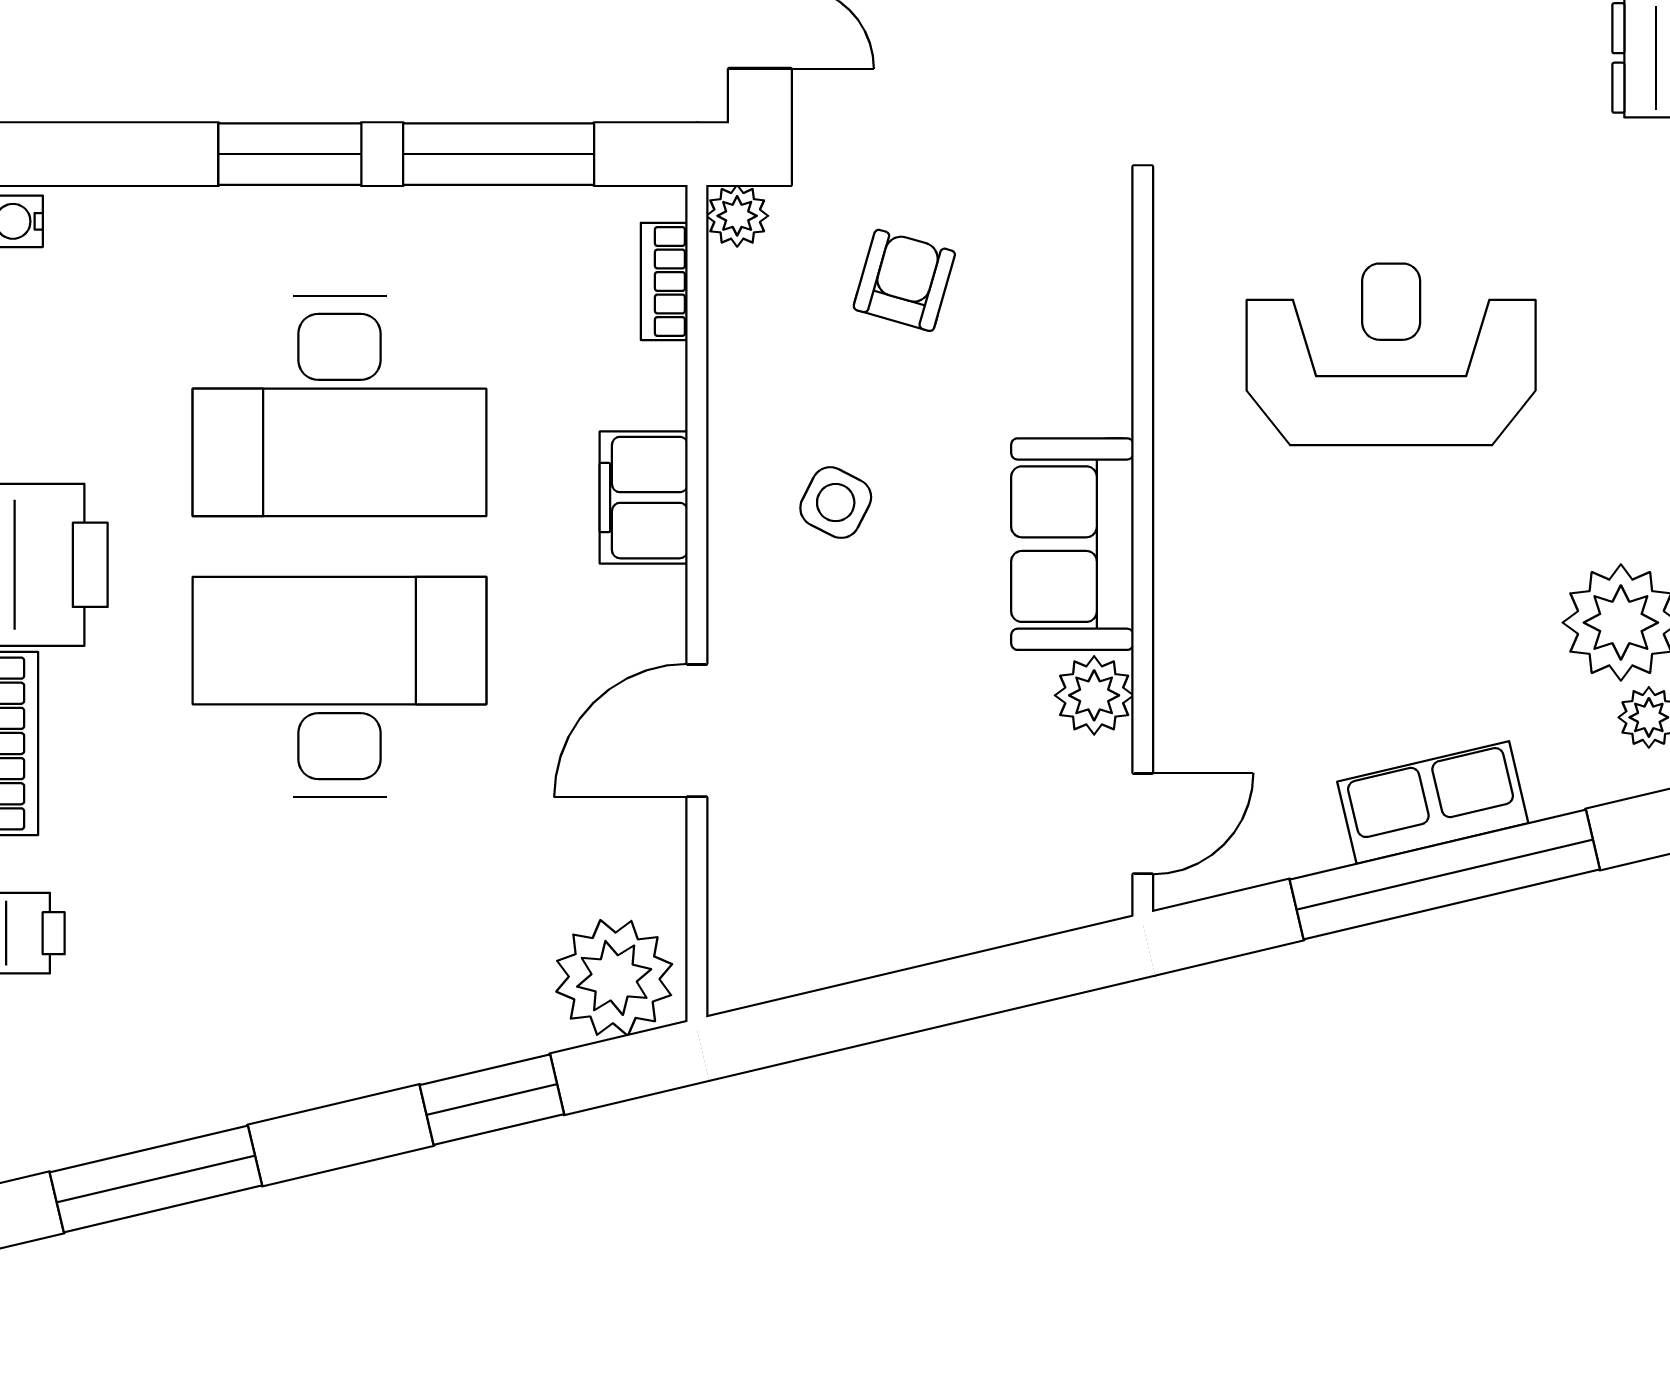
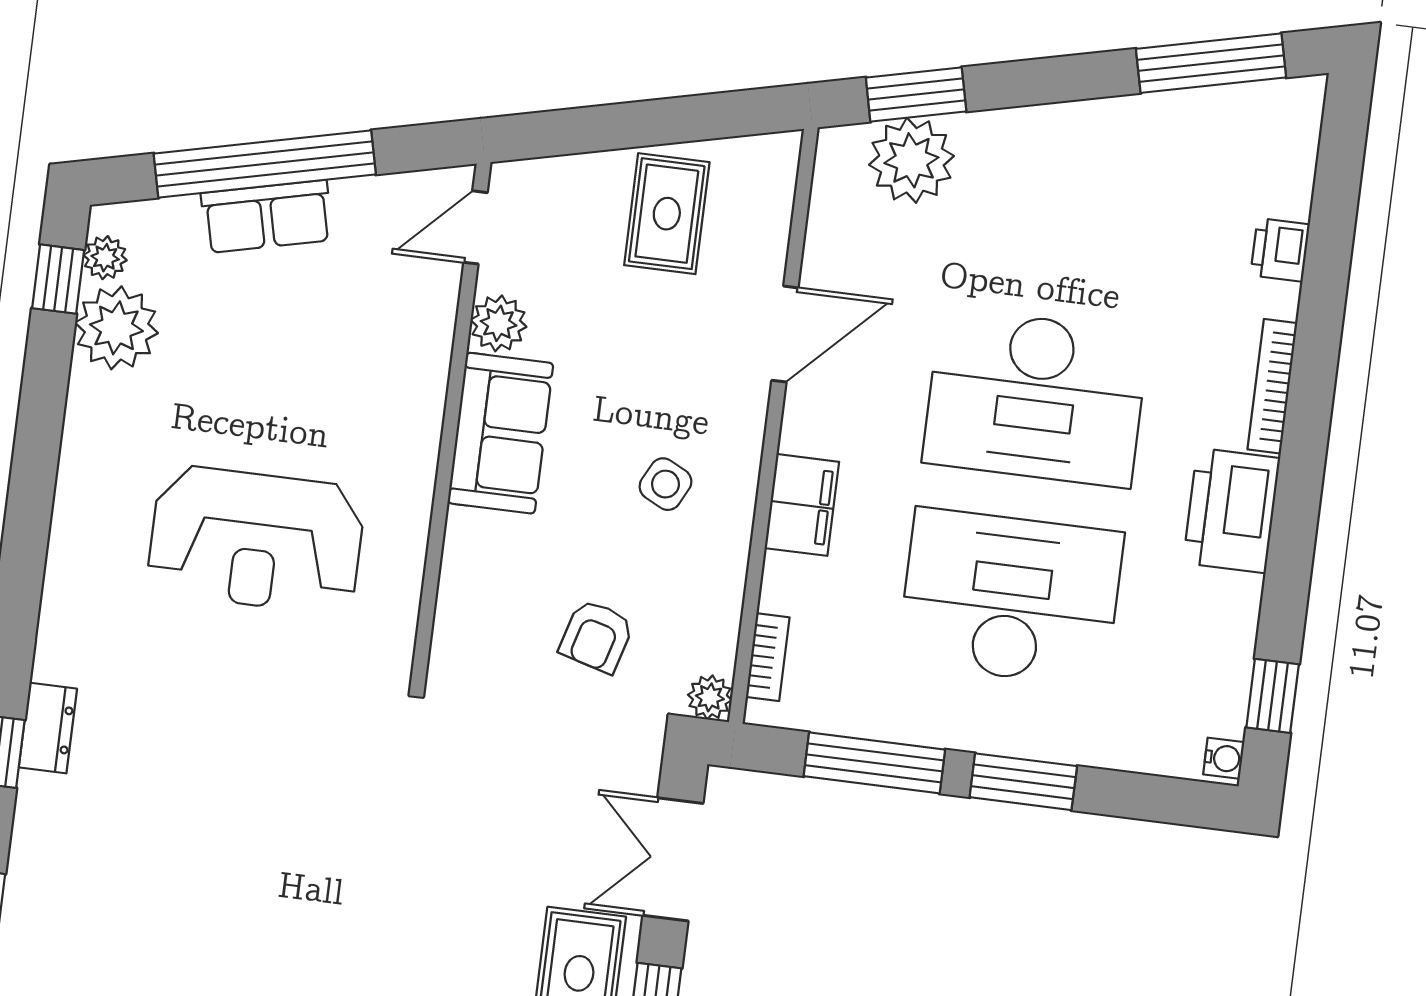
rug: (881, 876) -> (667, 214), added
plant: (614, 978) -> (911, 160), moved
window: (492, 1100) -> (916, 95), moved

